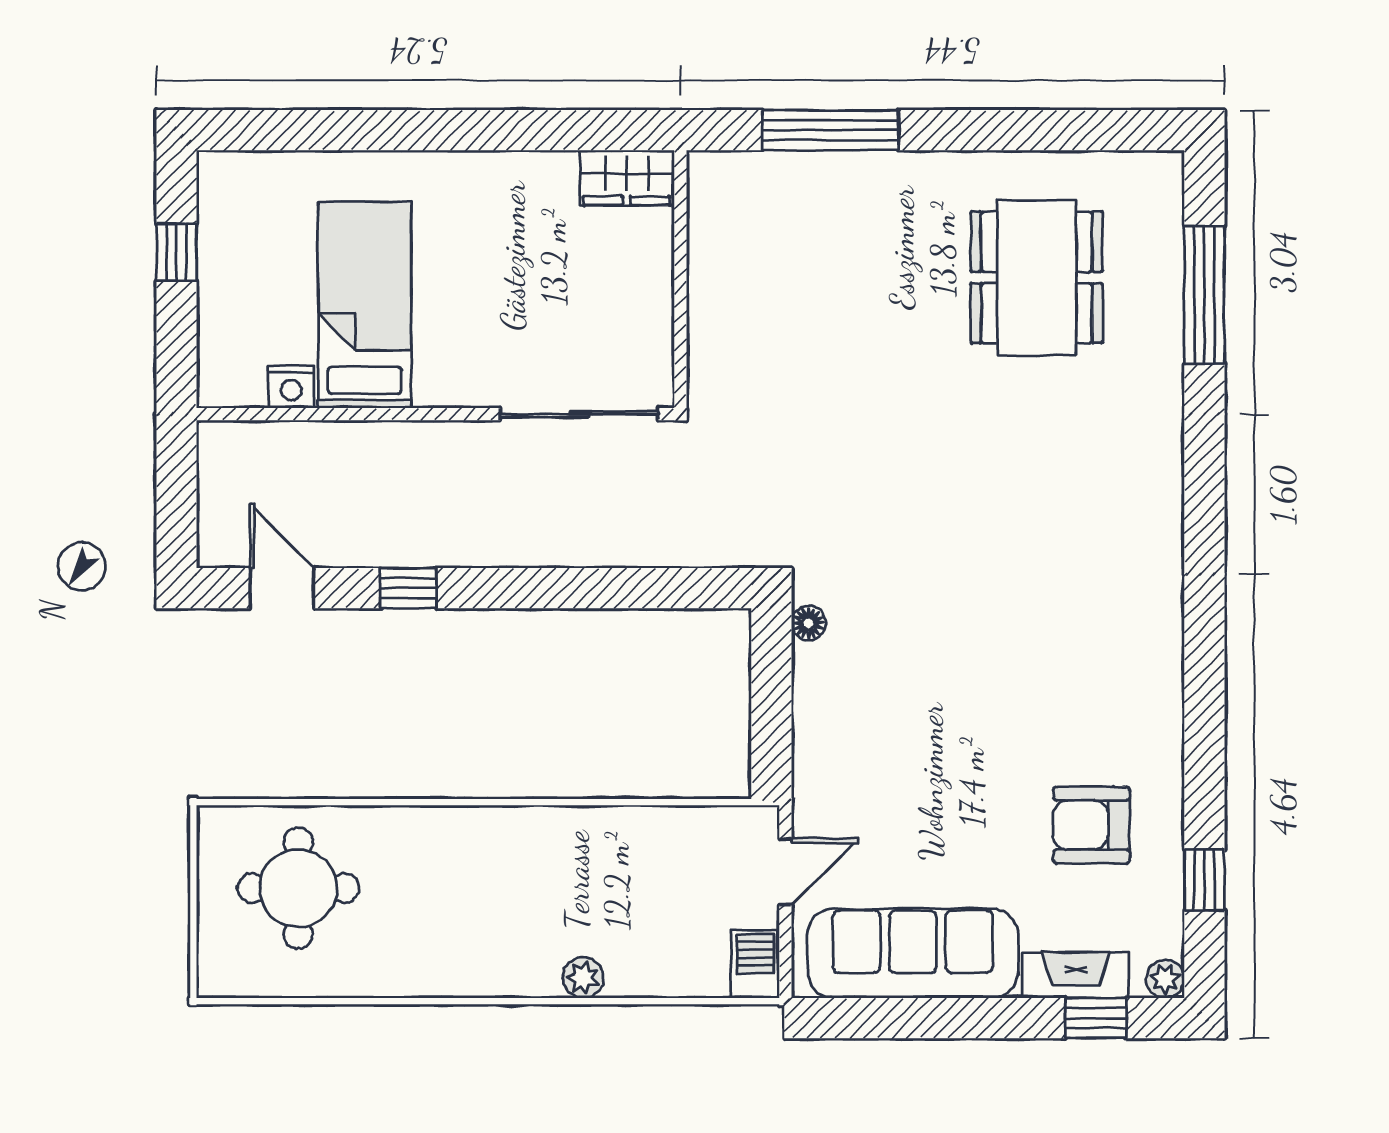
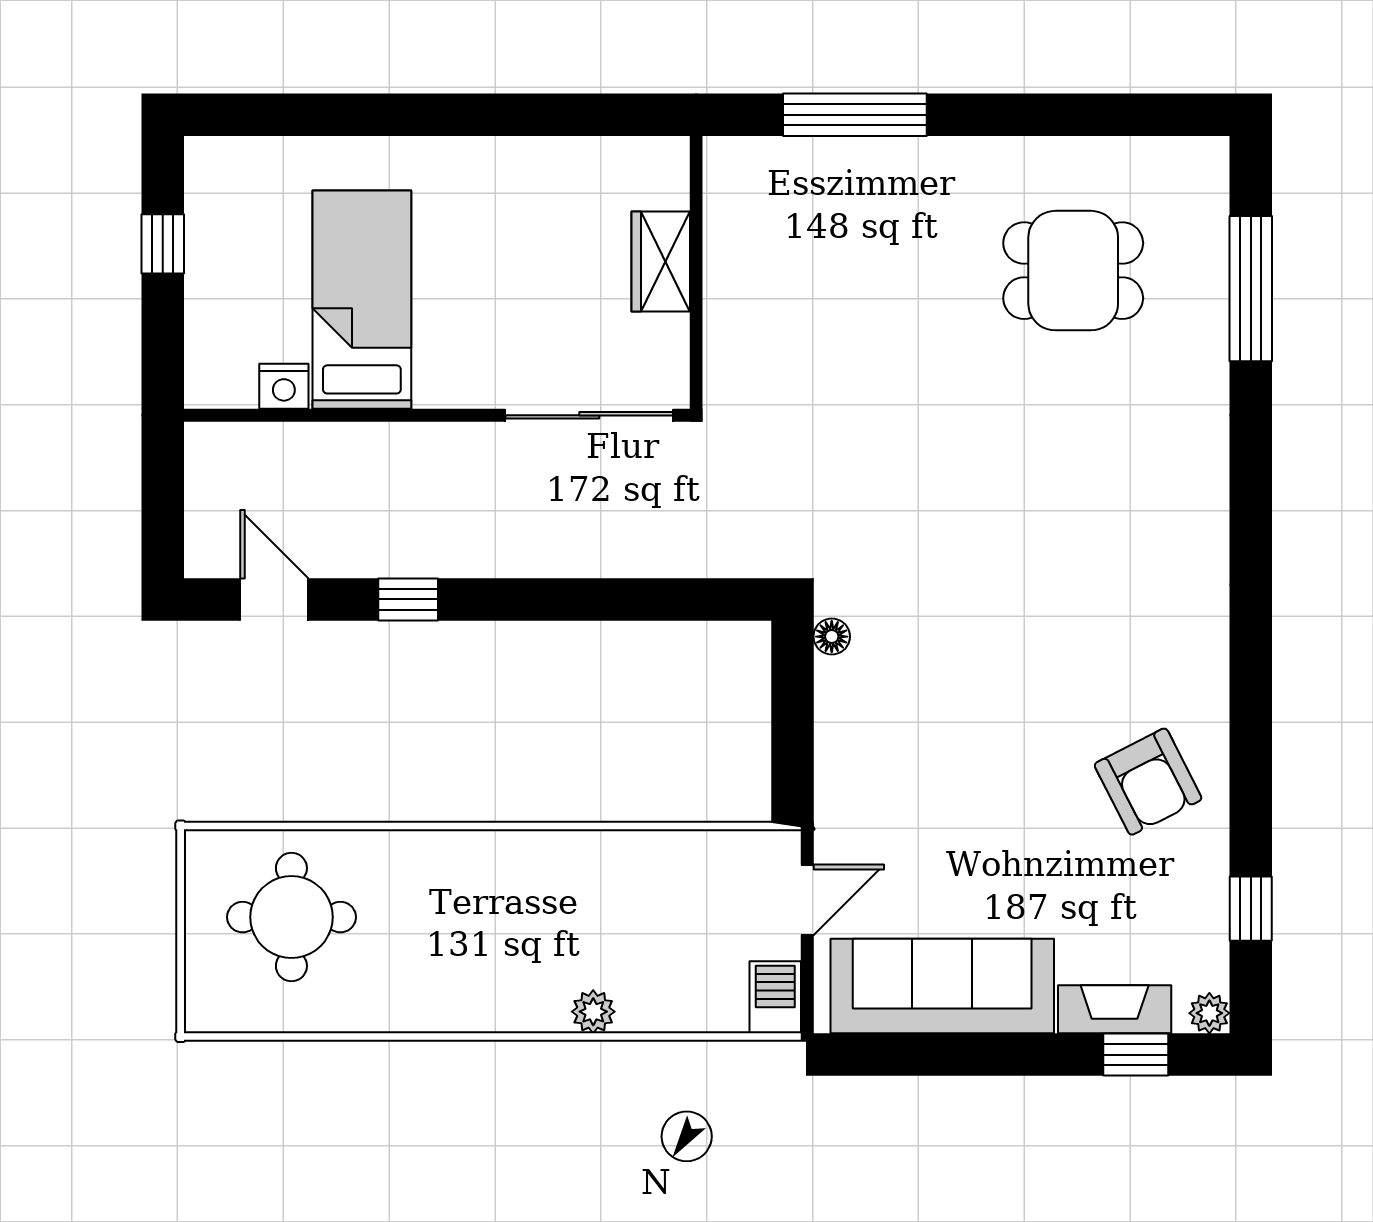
wardrobe: (627, 178) -> (661, 261), moved, turned 90
dining table: (1037, 277) -> (1073, 271), width x0.73
armchair: (1091, 825) -> (1148, 782), moved, turned -117

